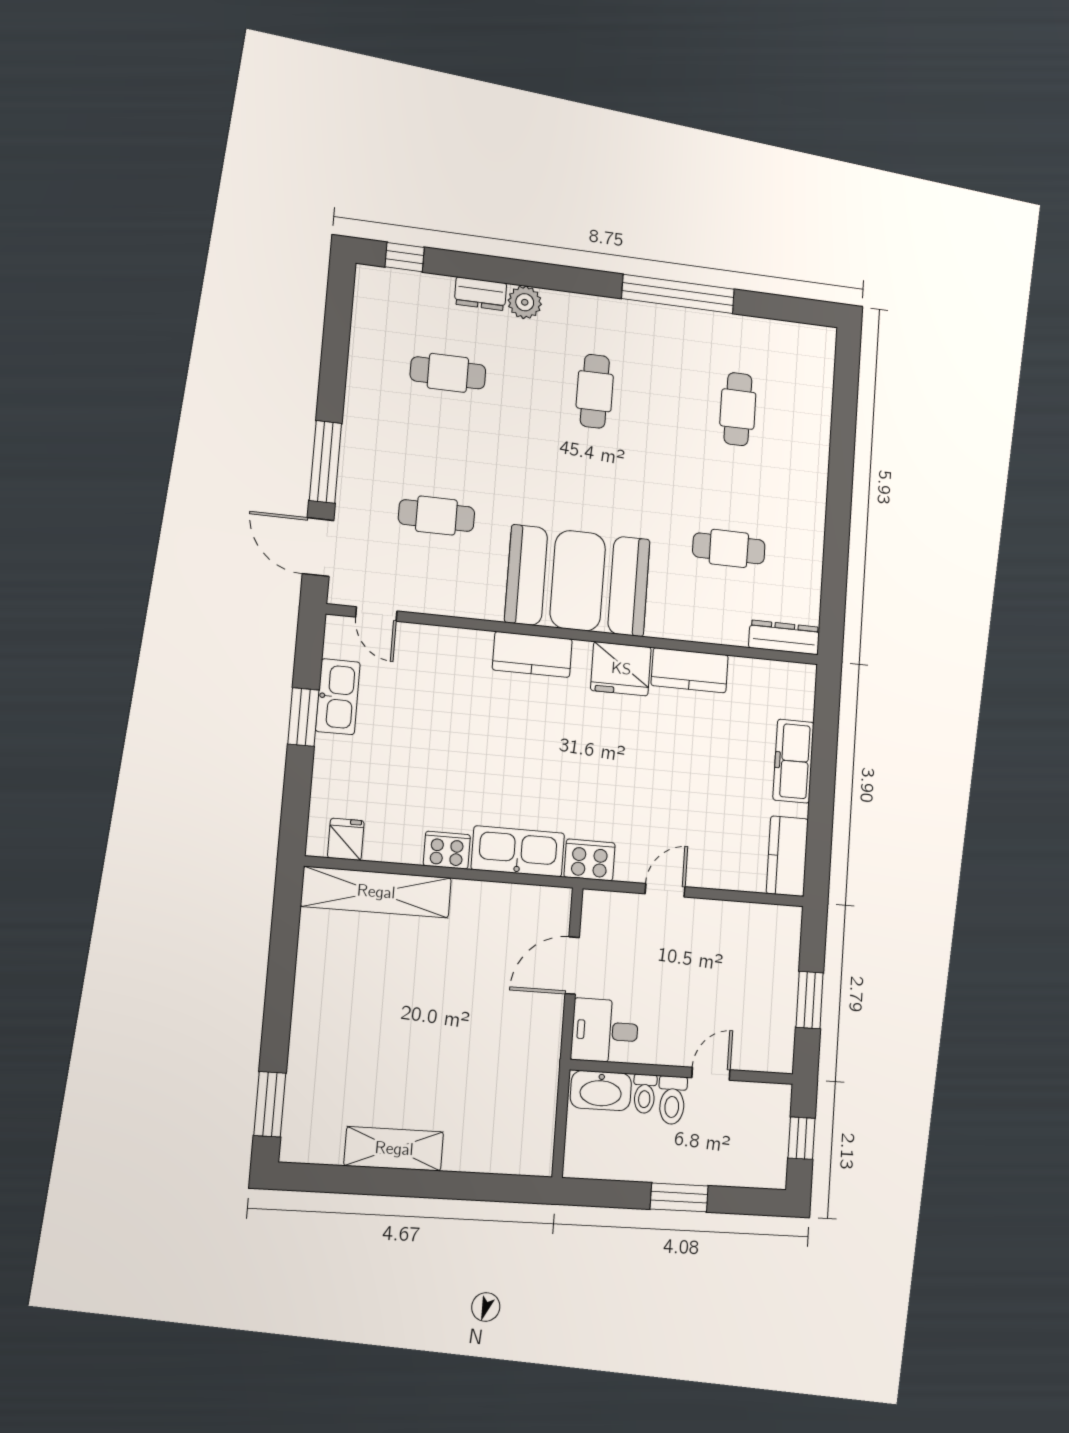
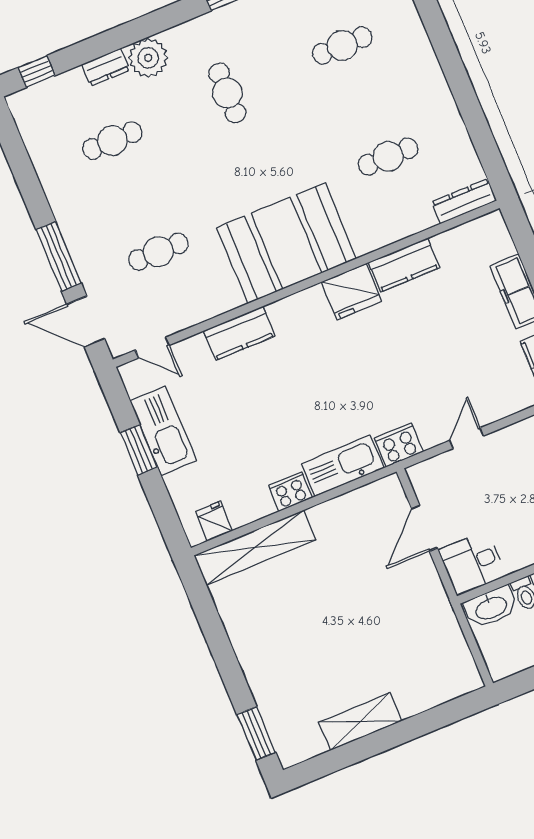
plant: (525, 302) -> (148, 58), width x1.36, depth x1.36
cafe table: (738, 409) -> (342, 45), turned 90
kitchen counter: (532, 654) -> (239, 333), moved
kitchen sink: (338, 697) -> (163, 431), width x1.36, depth x1.24

